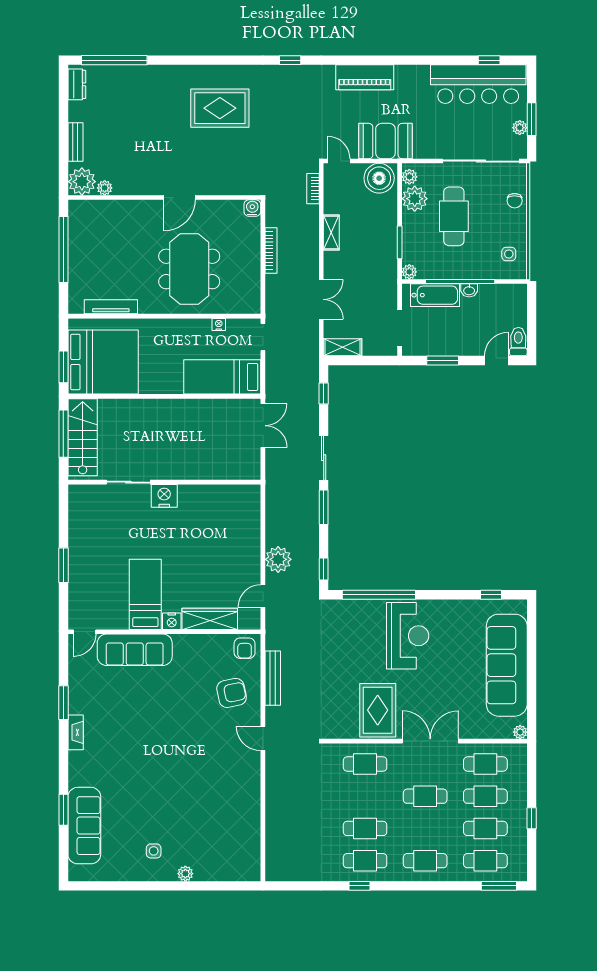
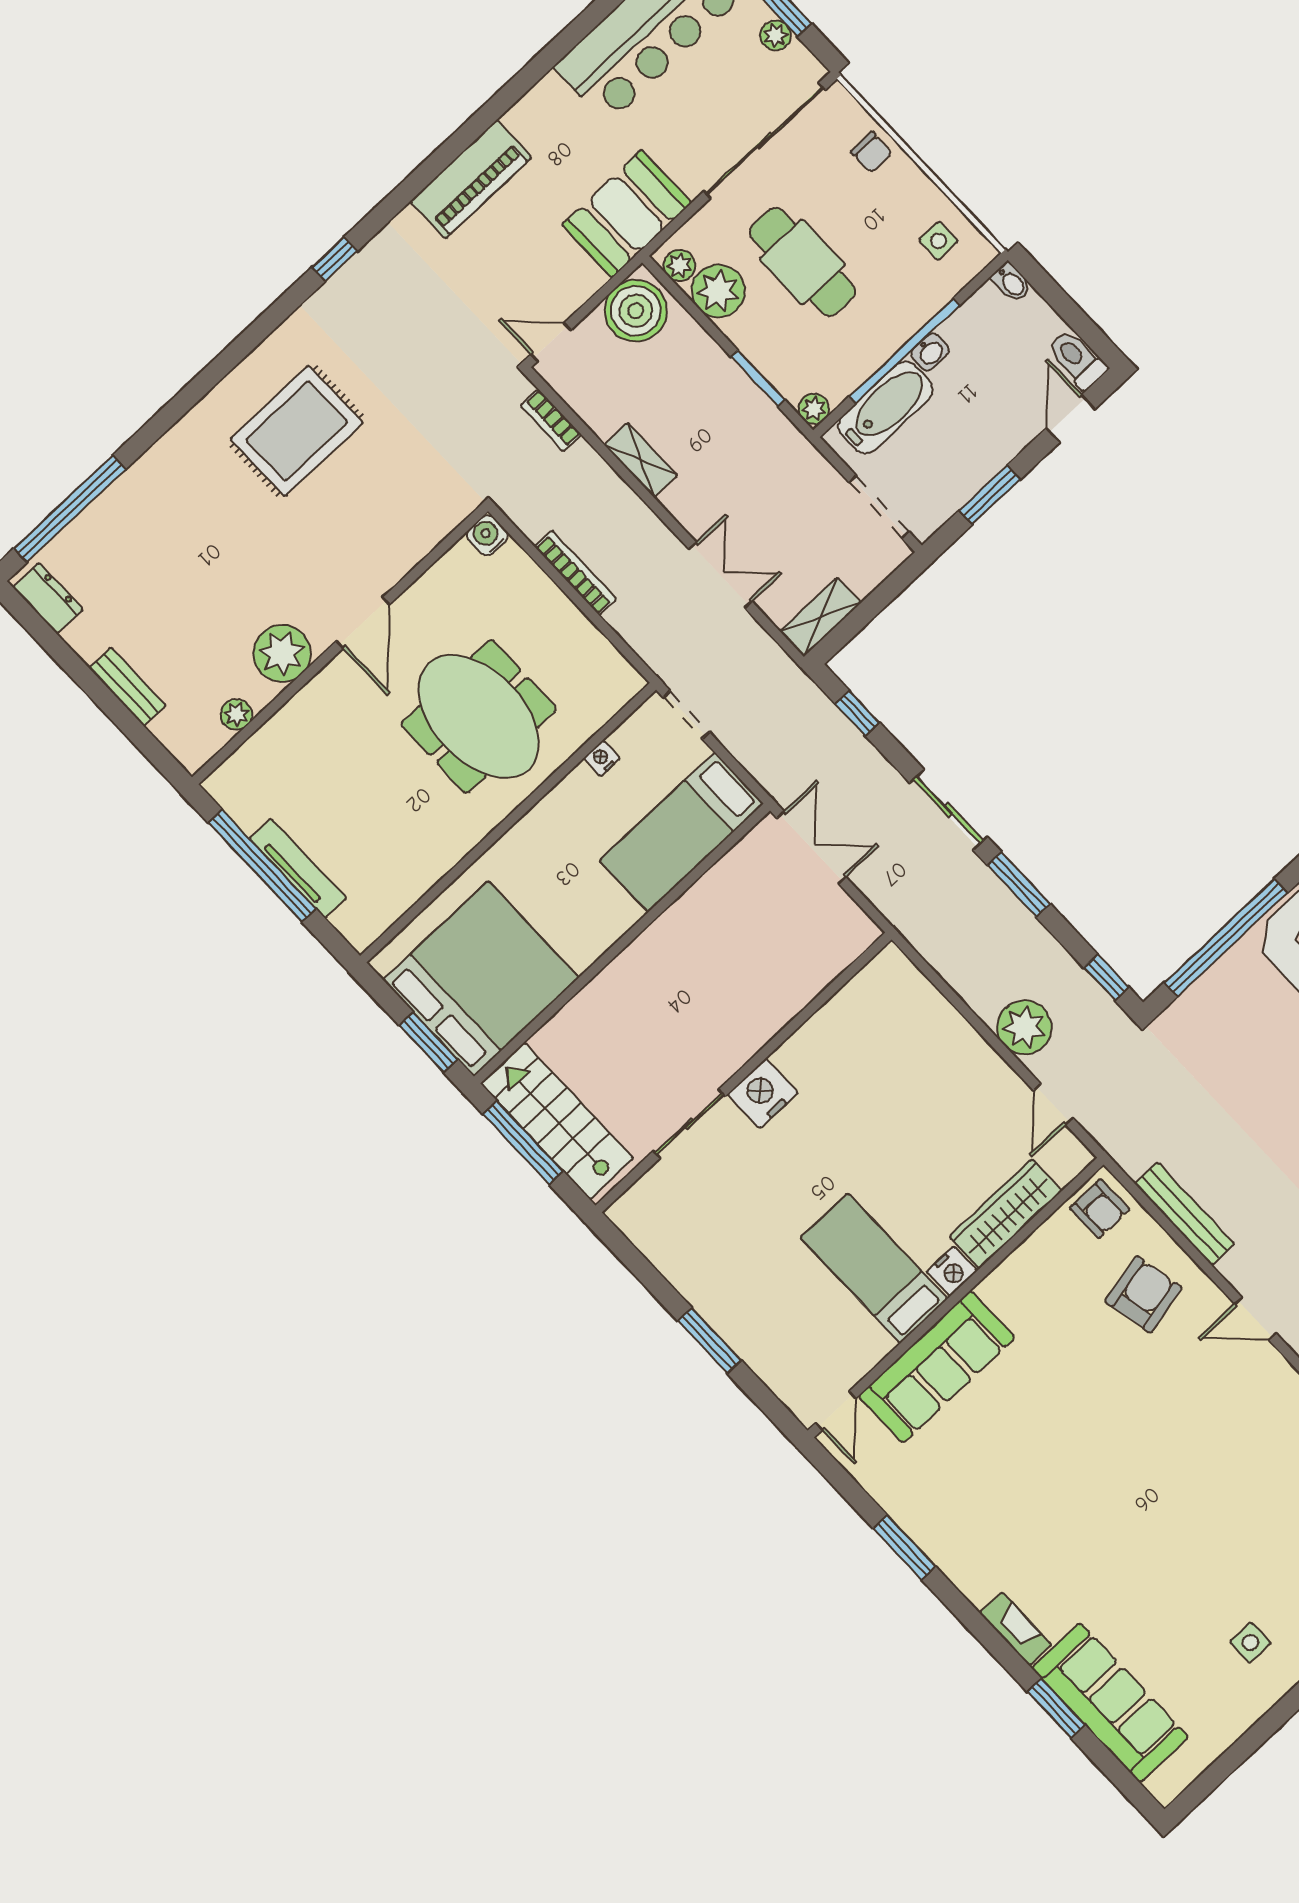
booth: (385, 141) -> (627, 214), moved
plant: (82, 182) -> (282, 653), moved
bidet: (521, 293) -> (1011, 282), added
tv unit: (111, 307) -> (298, 868), moved, turned 90
fireplace: (76, 732) -> (1015, 1629), moved

